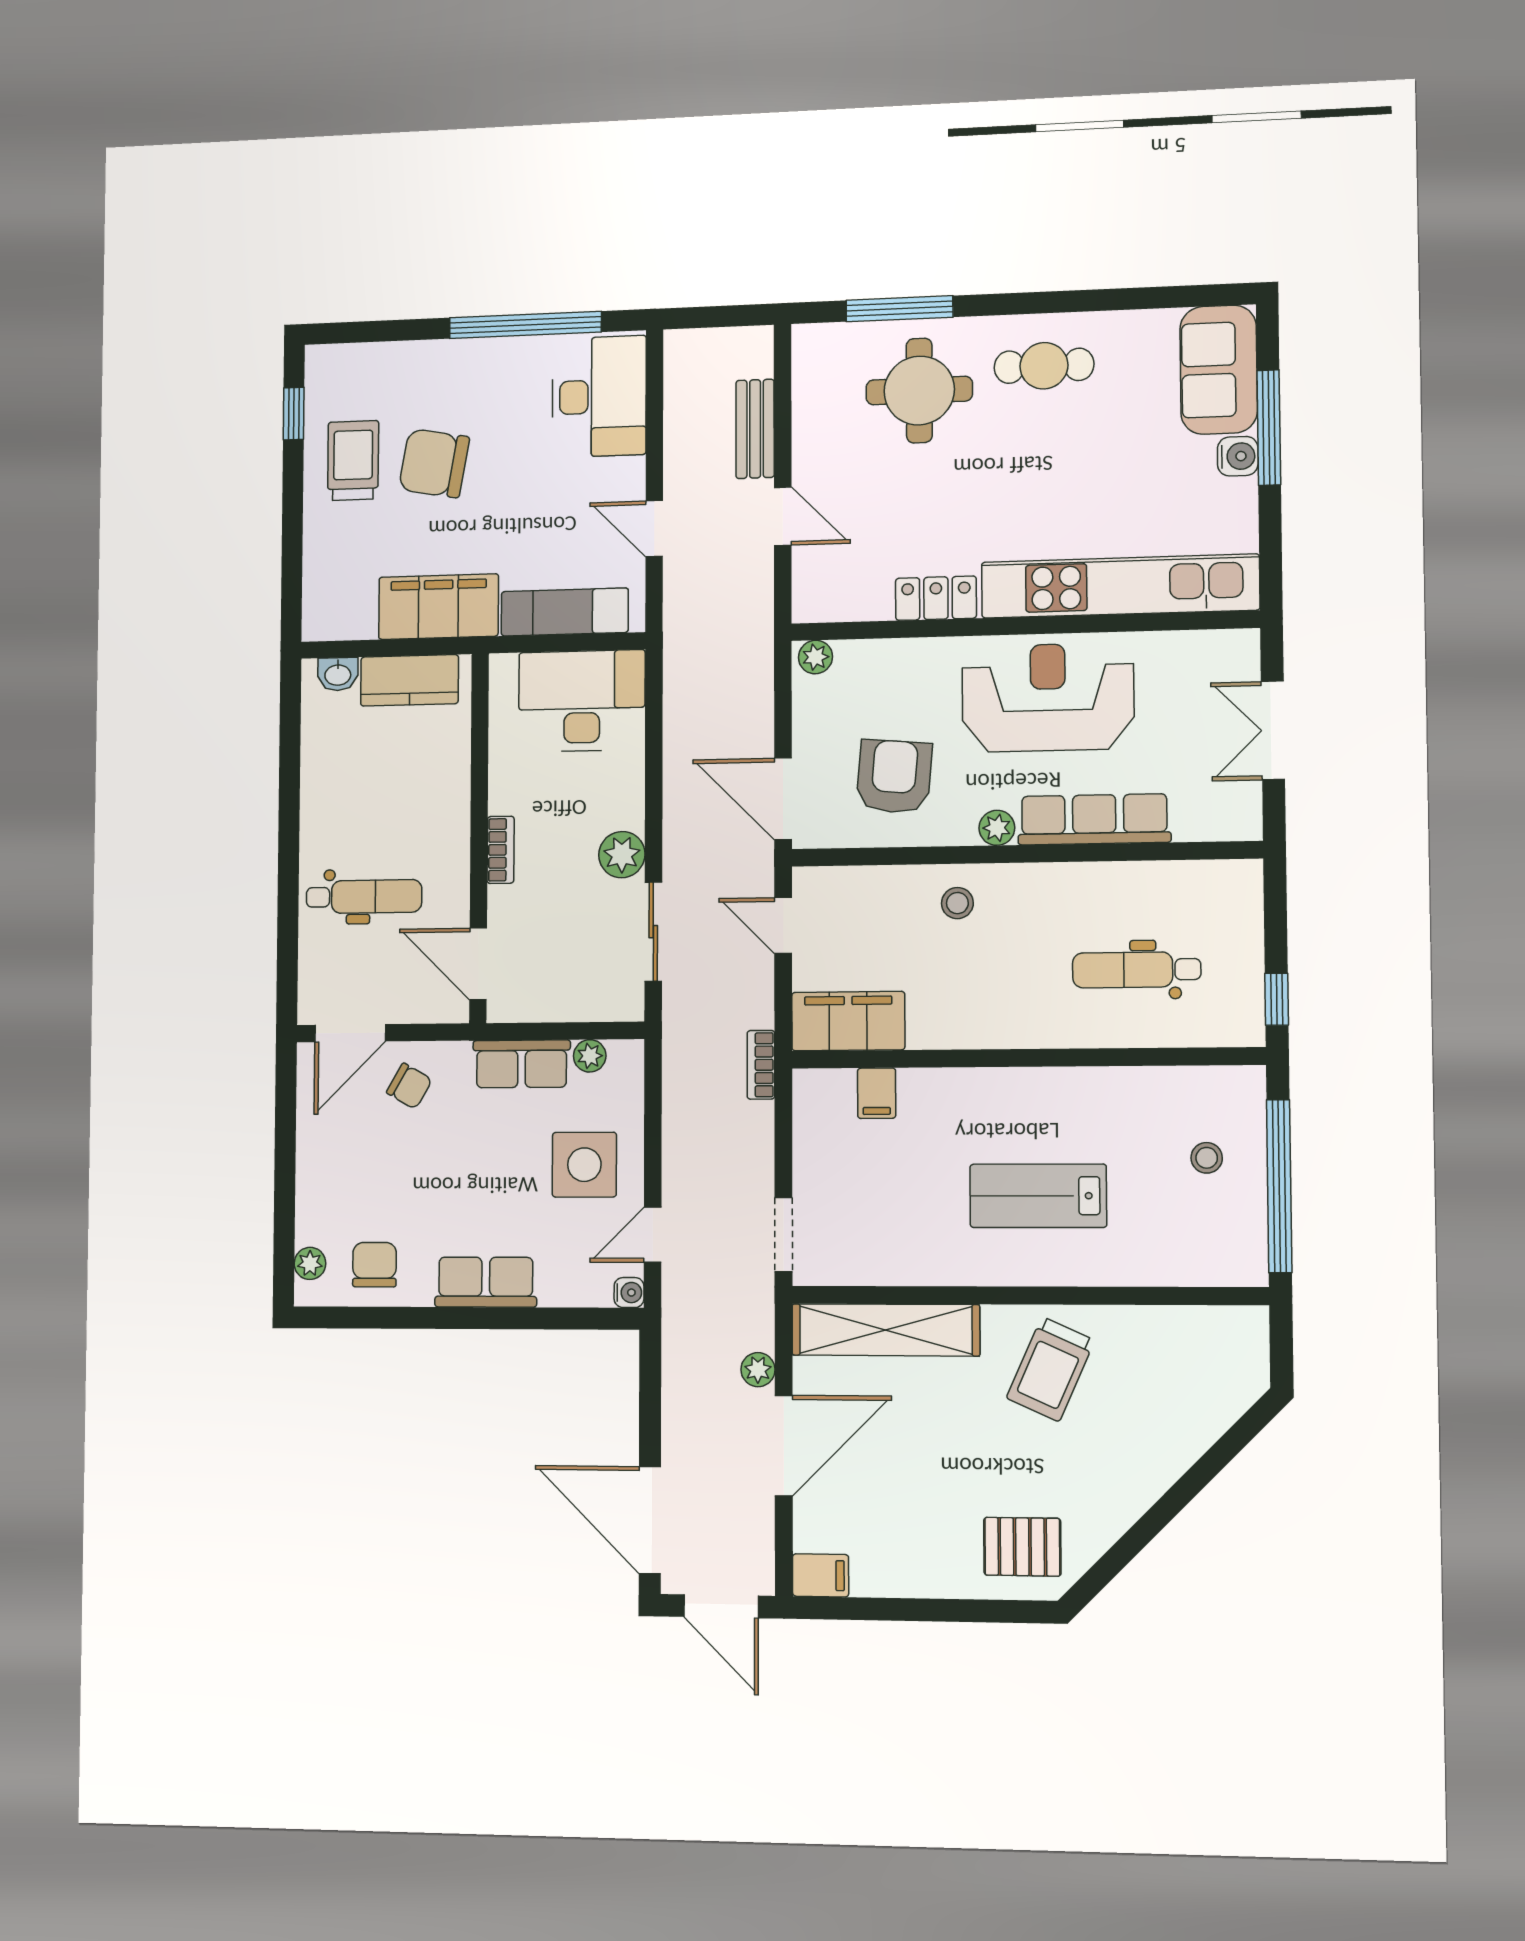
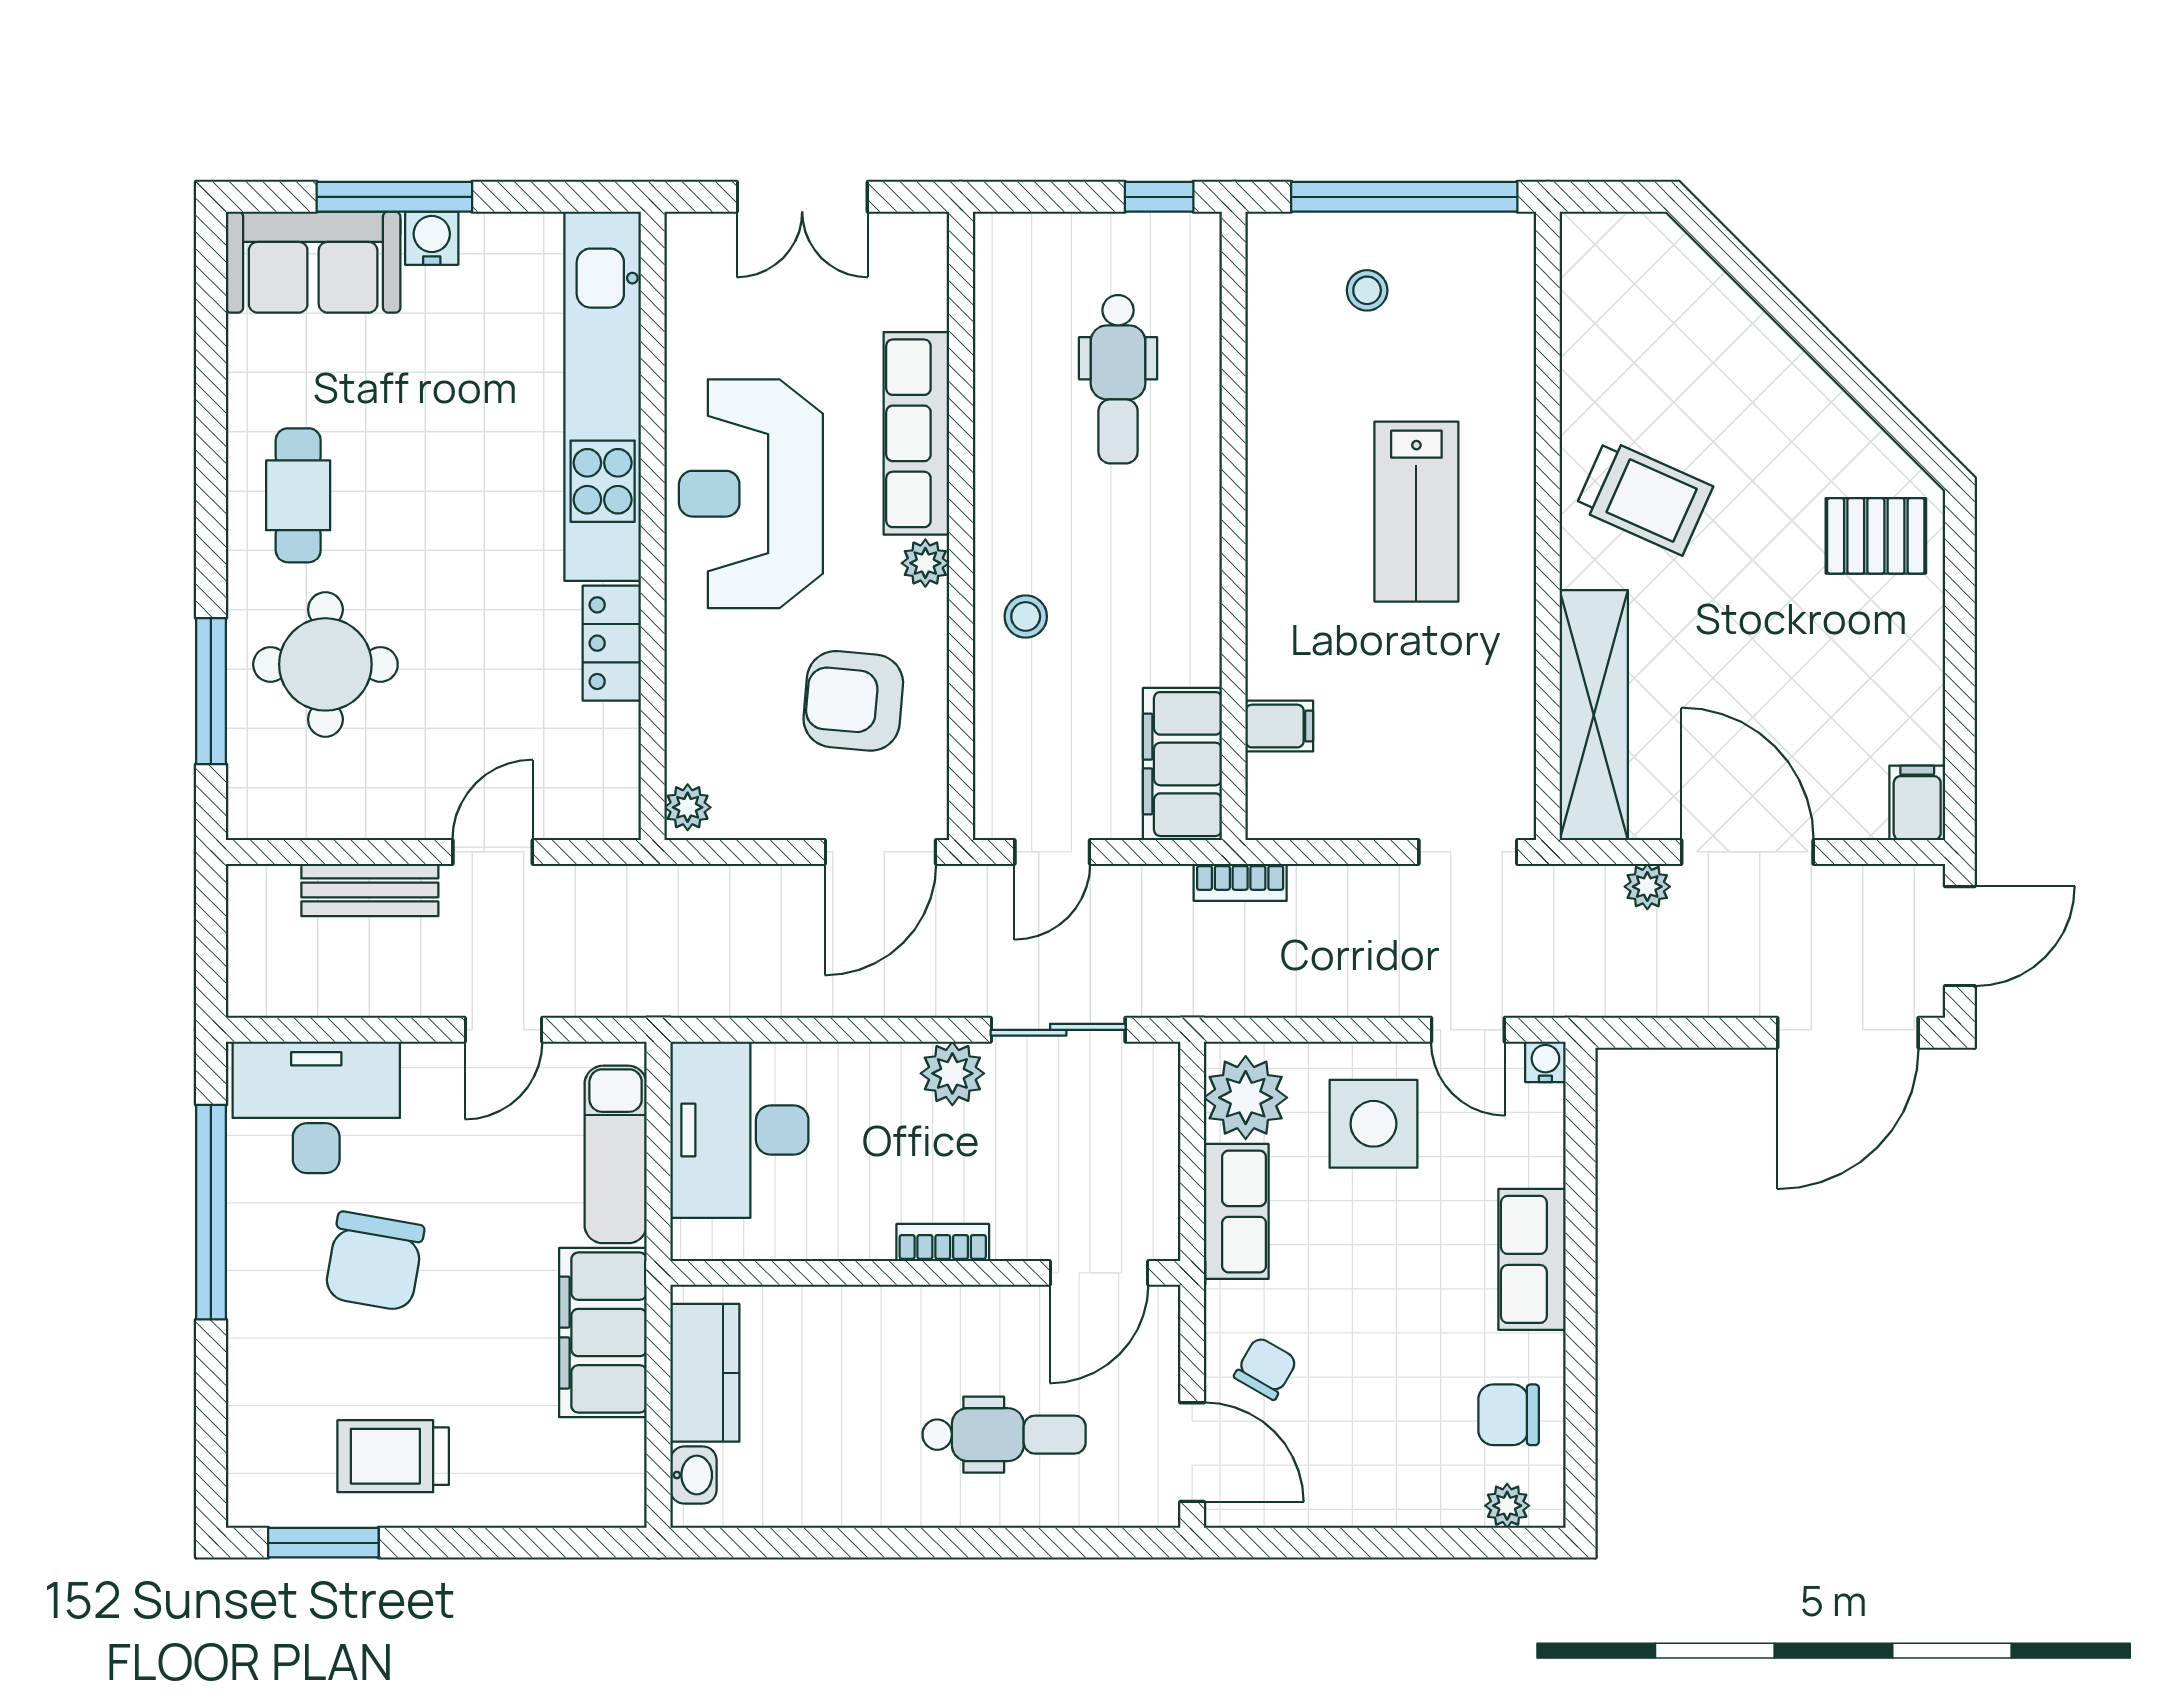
window: (294, 414) -> (323, 1543), width x1.50
chair: (434, 463) -> (374, 1261), moved
dental chair: (364, 897) -> (1004, 1435), turned 90
plant: (590, 1056) -> (1246, 1098), width x1.87, depth x1.87
pallet: (1022, 1547) -> (1876, 536), turned 90

